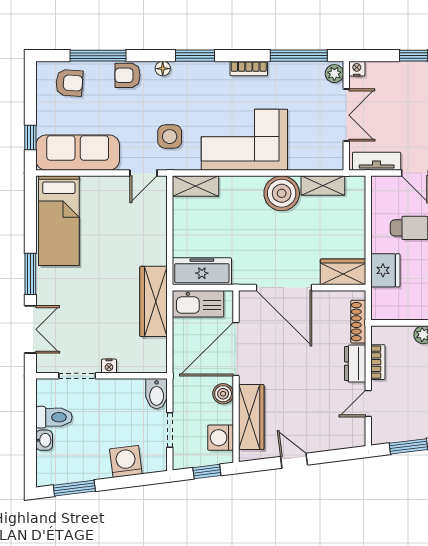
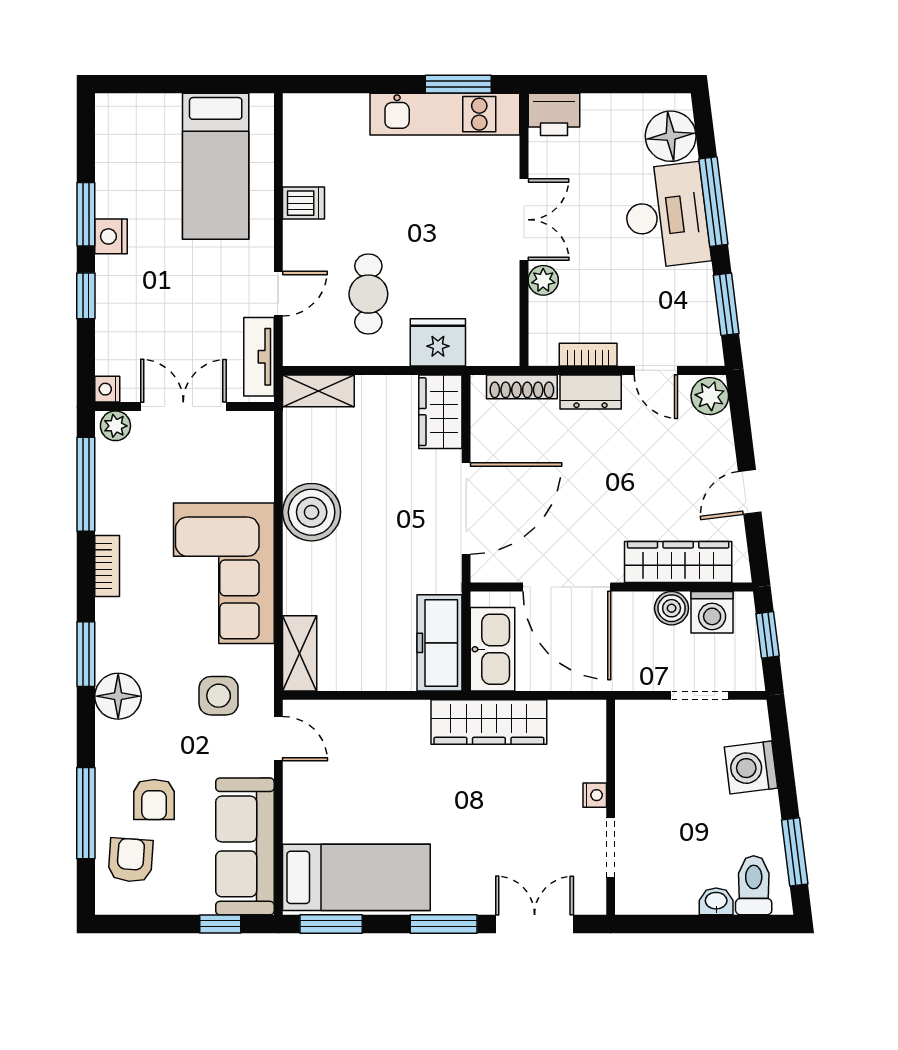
floor lamp: (163, 69) -> (118, 696), width x1.89, depth x1.89
armchair: (127, 75) -> (154, 799), moved
shelving: (323, 185) -> (318, 391), moved, turned 90
window: (30, 205) -> (331, 924), added
bidet: (157, 394) -> (640, 717), removed
boiler: (223, 394) -> (672, 608), moved
toilet: (54, 417) -> (754, 885), moved
plant: (353, 436) -> (710, 396), added

